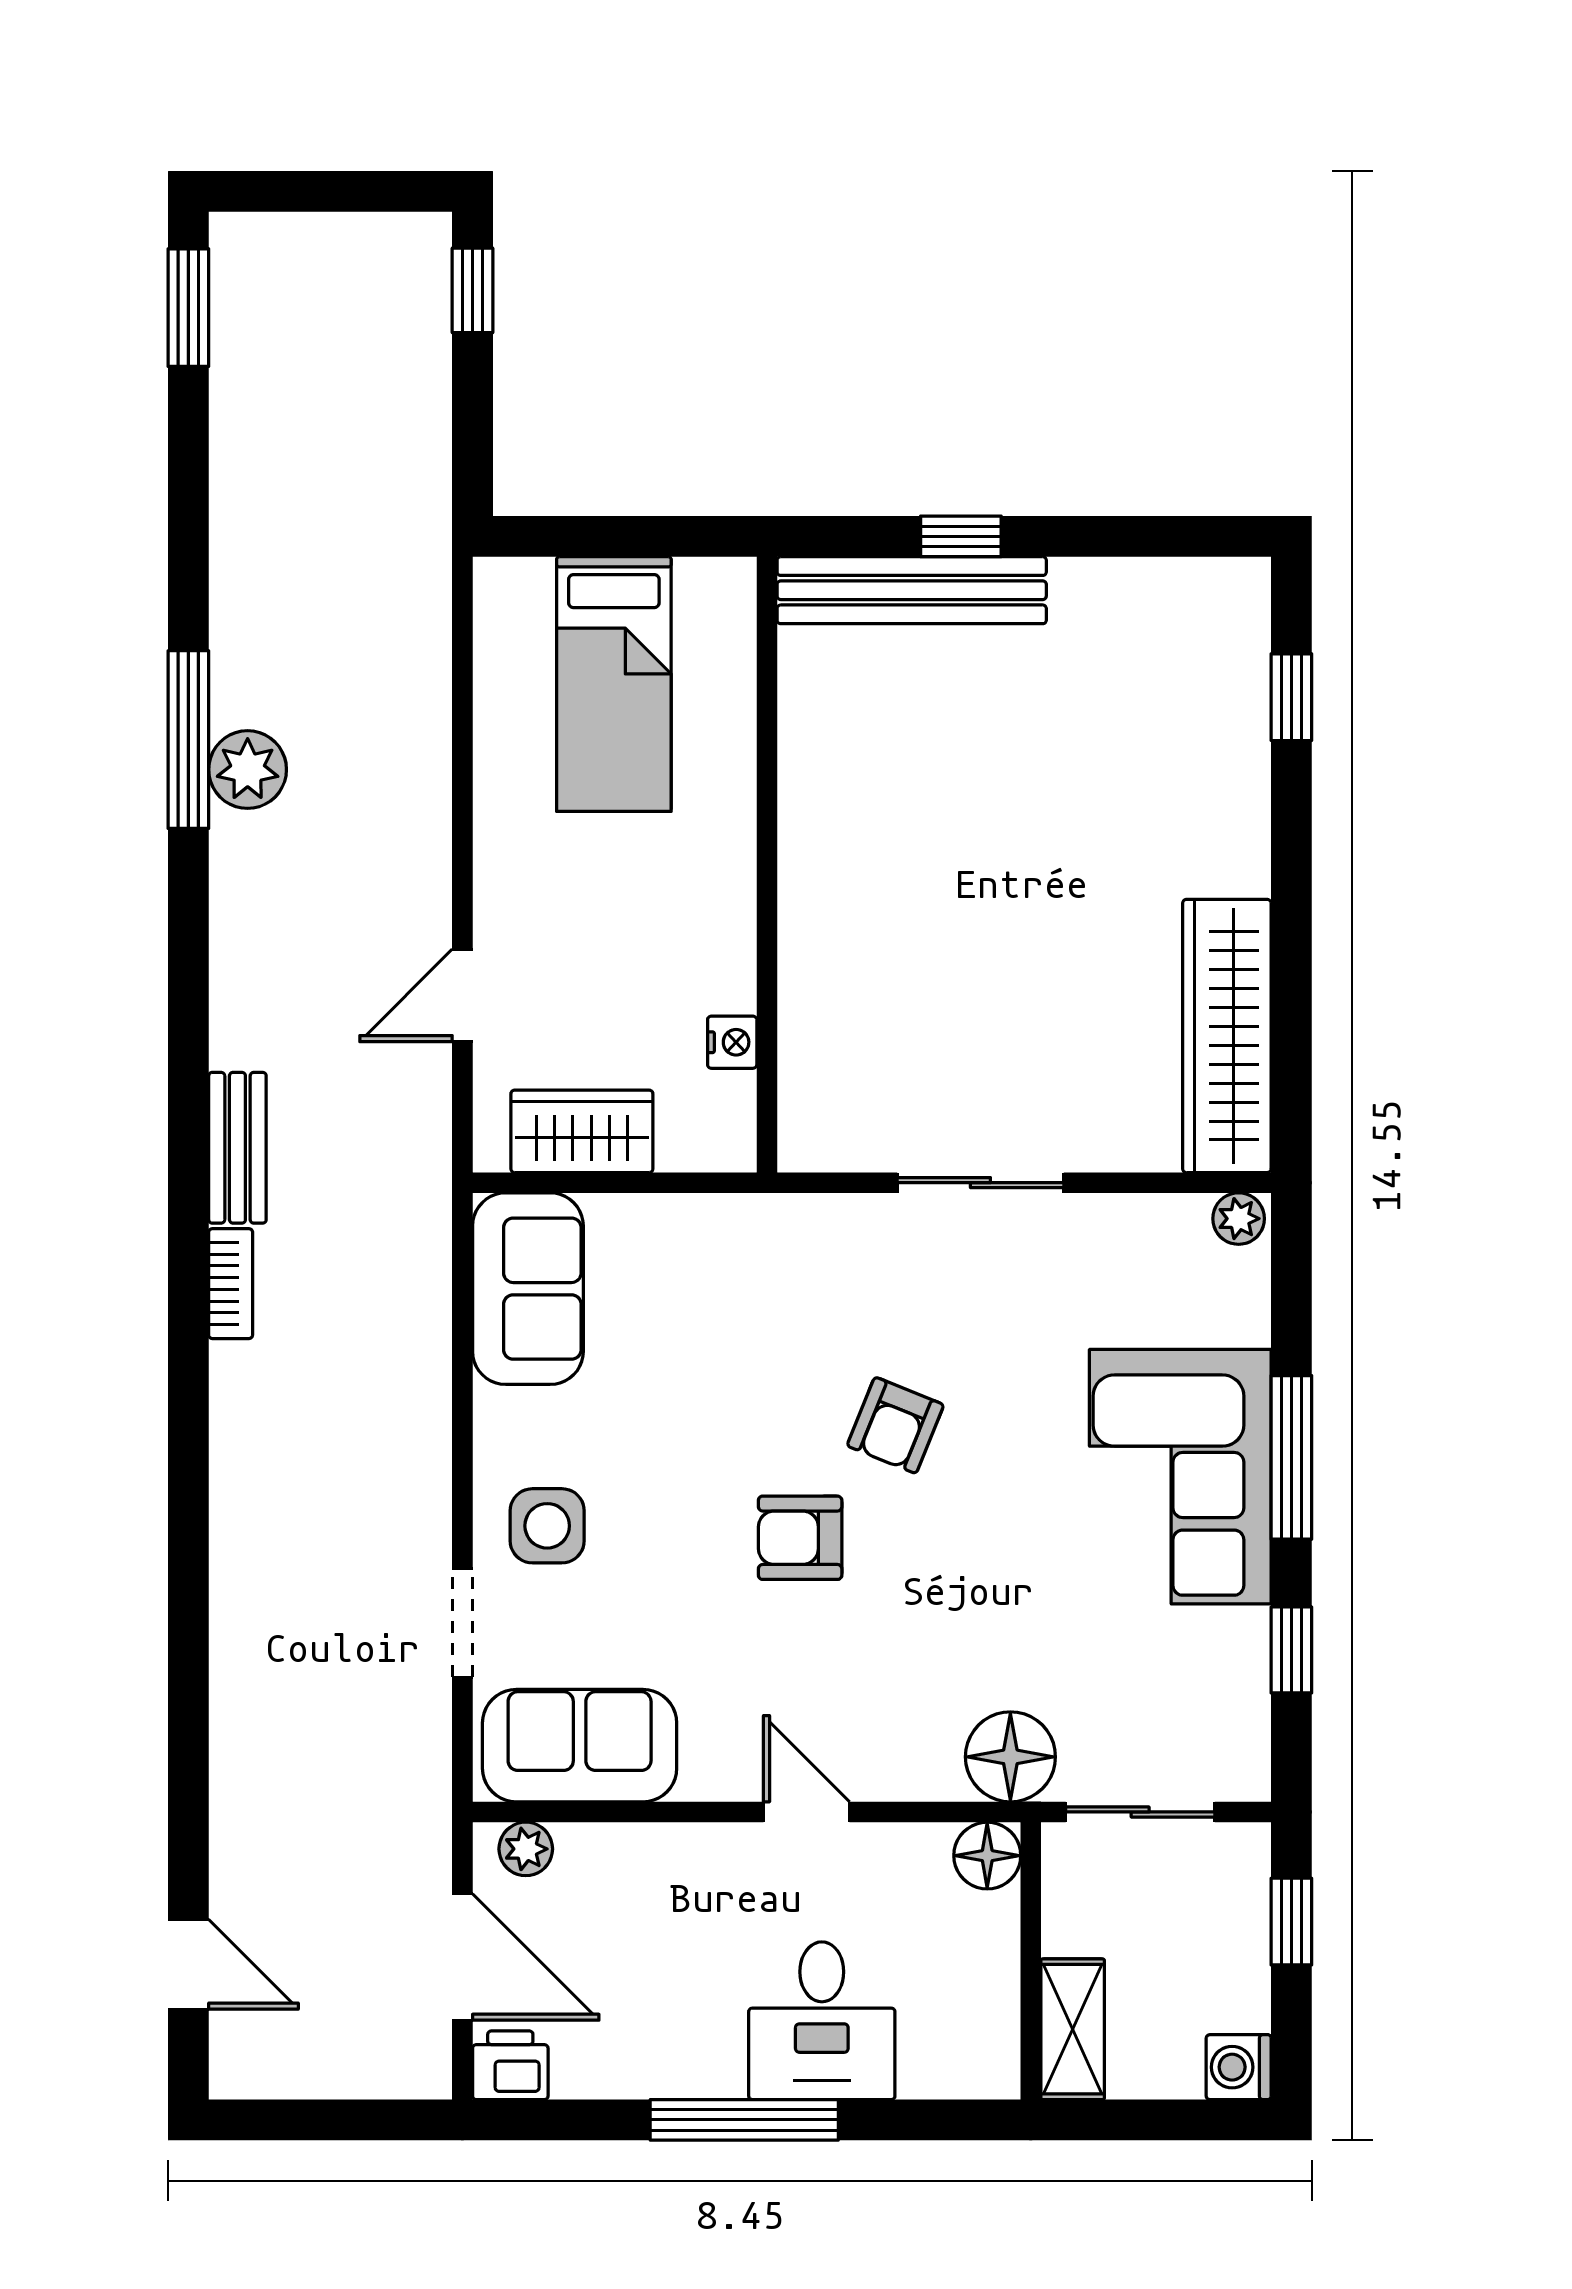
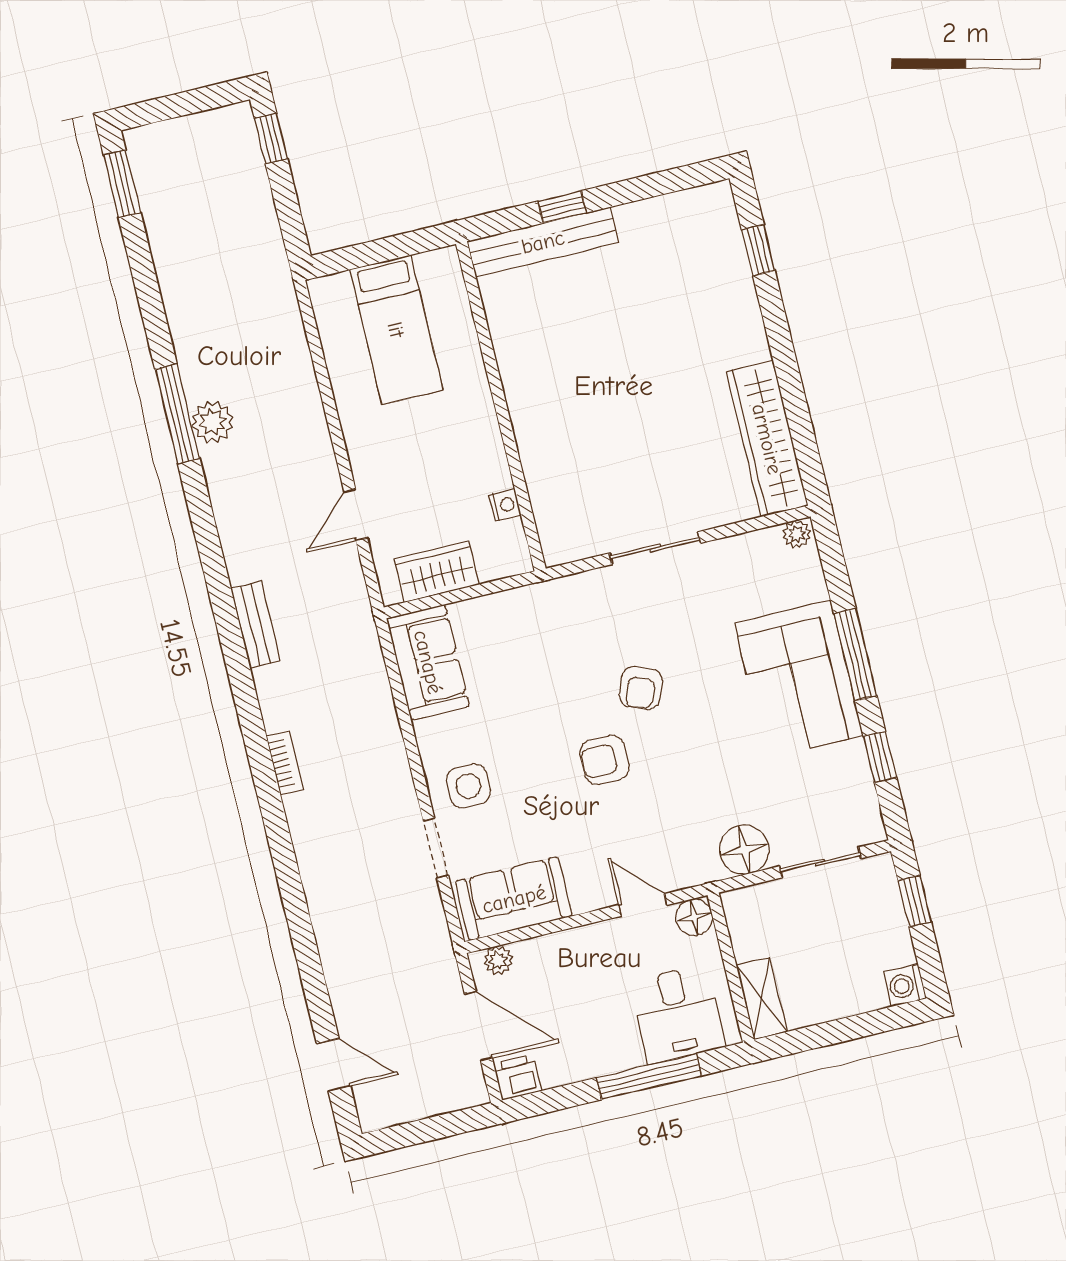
bookcase: (231, 1284) -> (285, 763), moved
floor lamp: (987, 1856) -> (694, 917), moved
wall: (1031, 1961) -> (731, 968), moved
shelving: (1073, 2029) -> (762, 999), moved

